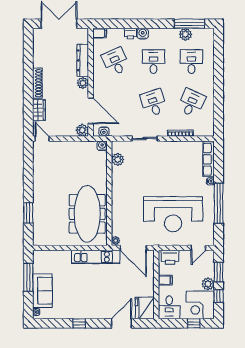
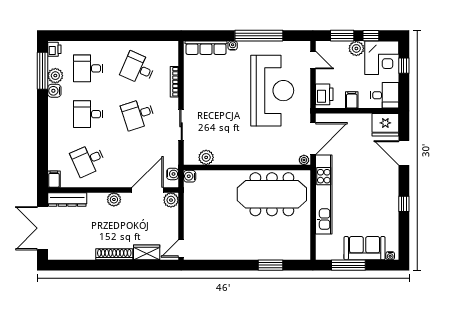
printer: (130, 34) -> (54, 49), moved
water cooler: (143, 34) -> (54, 91), moved
dresser: (83, 60) -> (67, 200), moved
kitchen unit: (96, 257) -> (324, 194), width x1.36

